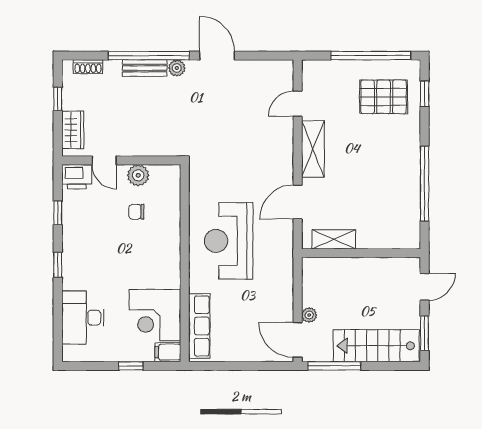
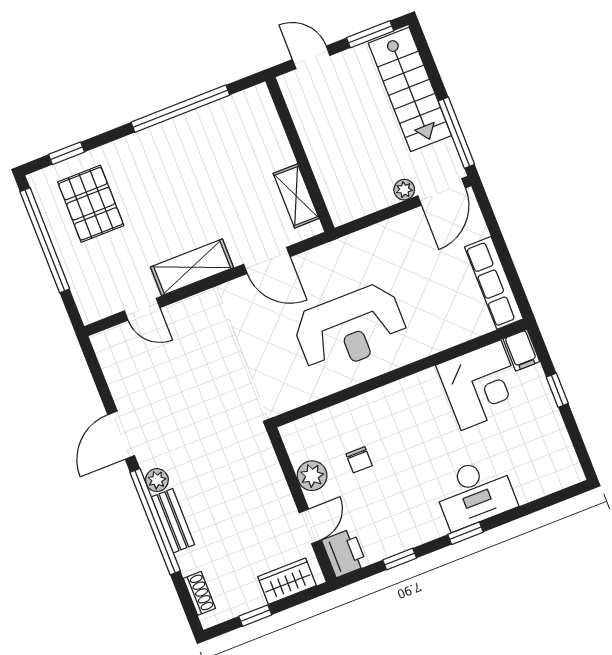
desk: (83, 318) -> (475, 493), moved
row of seats: (199, 326) -> (494, 283), moved, turned -90

